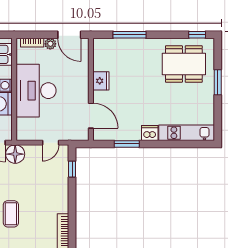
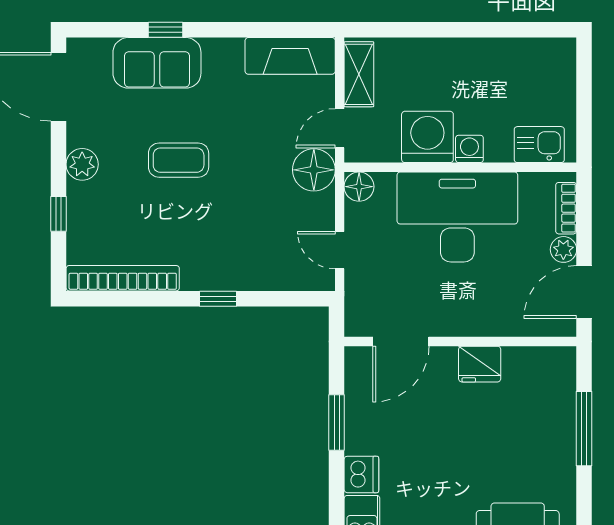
floor lamp: (23, 134) -> (359, 187), added
window: (72, 169) -> (218, 299), moved

